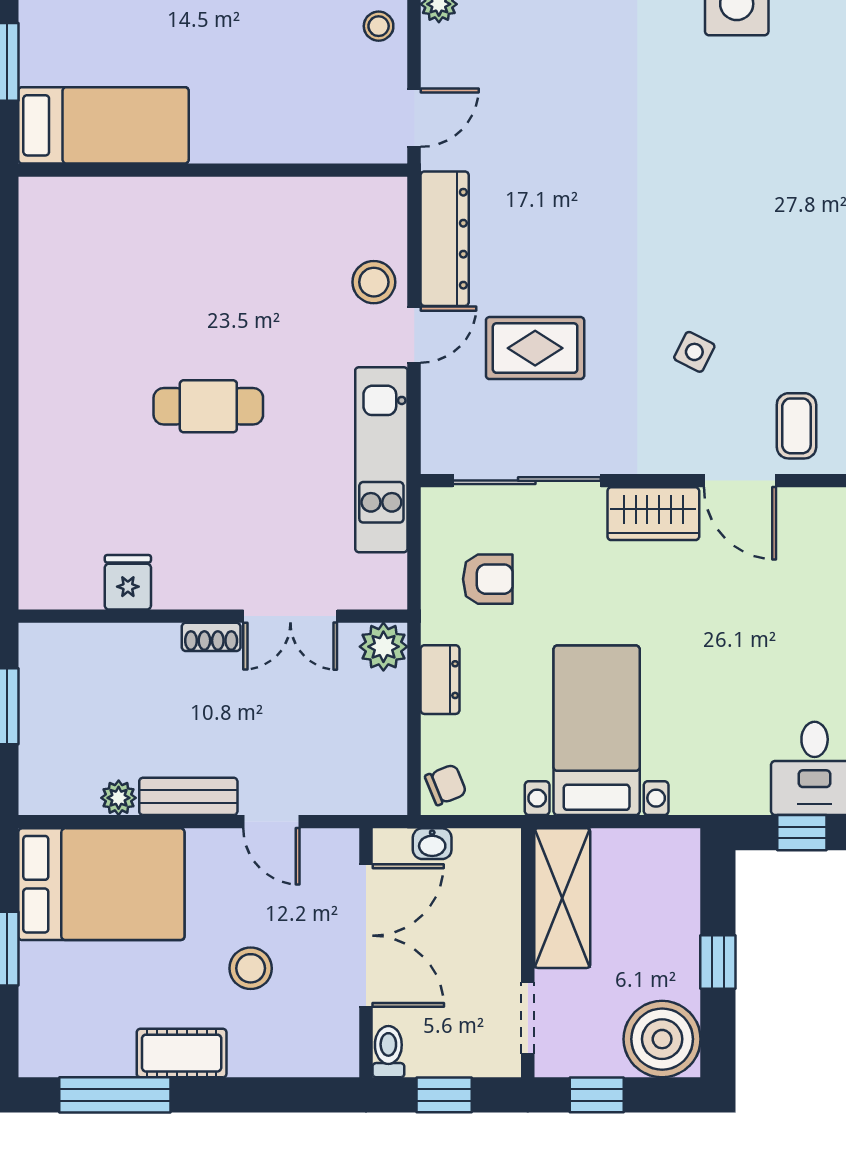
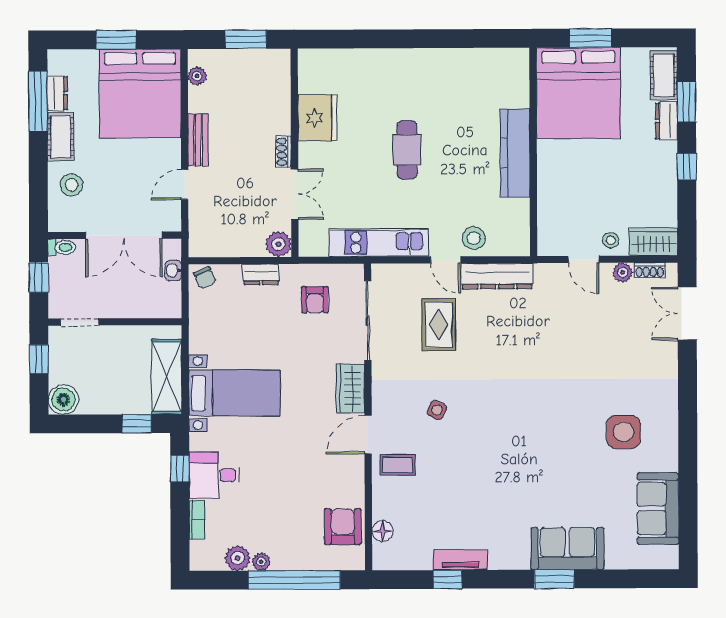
door: (414, 118) -> (584, 259), moved
bed: (103, 125) -> (579, 93), width x2.04
kitchen counter: (215, 204) -> (515, 153), added
fridge: (128, 582) -> (318, 118), width x1.88, depth x1.34
double door: (290, 616) -> (295, 194), swing flipped
bed with nightstands: (597, 730) -> (234, 393), moved
plant: (119, 798) -> (197, 76), moved
bed: (101, 884) -> (140, 93), width x1.36
shelving: (562, 898) -> (167, 377), moved, turned 90
window: (718, 962) -> (137, 424), moved
stool: (251, 968) -> (71, 185), moved
boiler: (662, 1039) -> (63, 400), width x0.73, depth x0.73
dresser: (100, 1059) -> (57, 93), added

